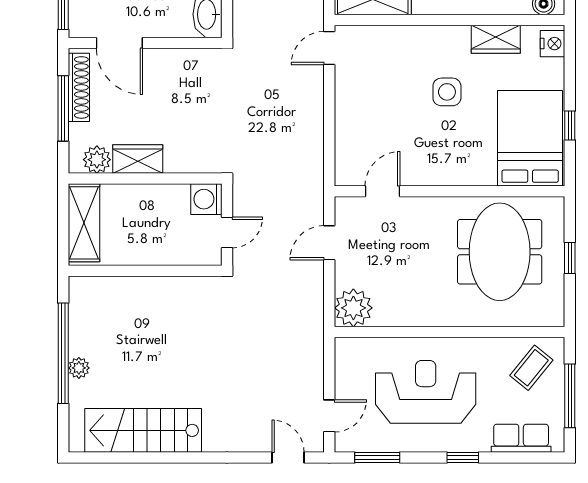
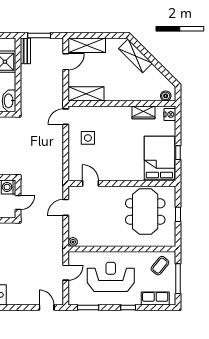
side table: (447, 92) -> (88, 138), moved
door: (382, 191) -> (91, 183), hinge flipped
plant: (353, 308) -> (73, 242), width x0.53, depth x0.53
door: (329, 416) -> (66, 273), moved

